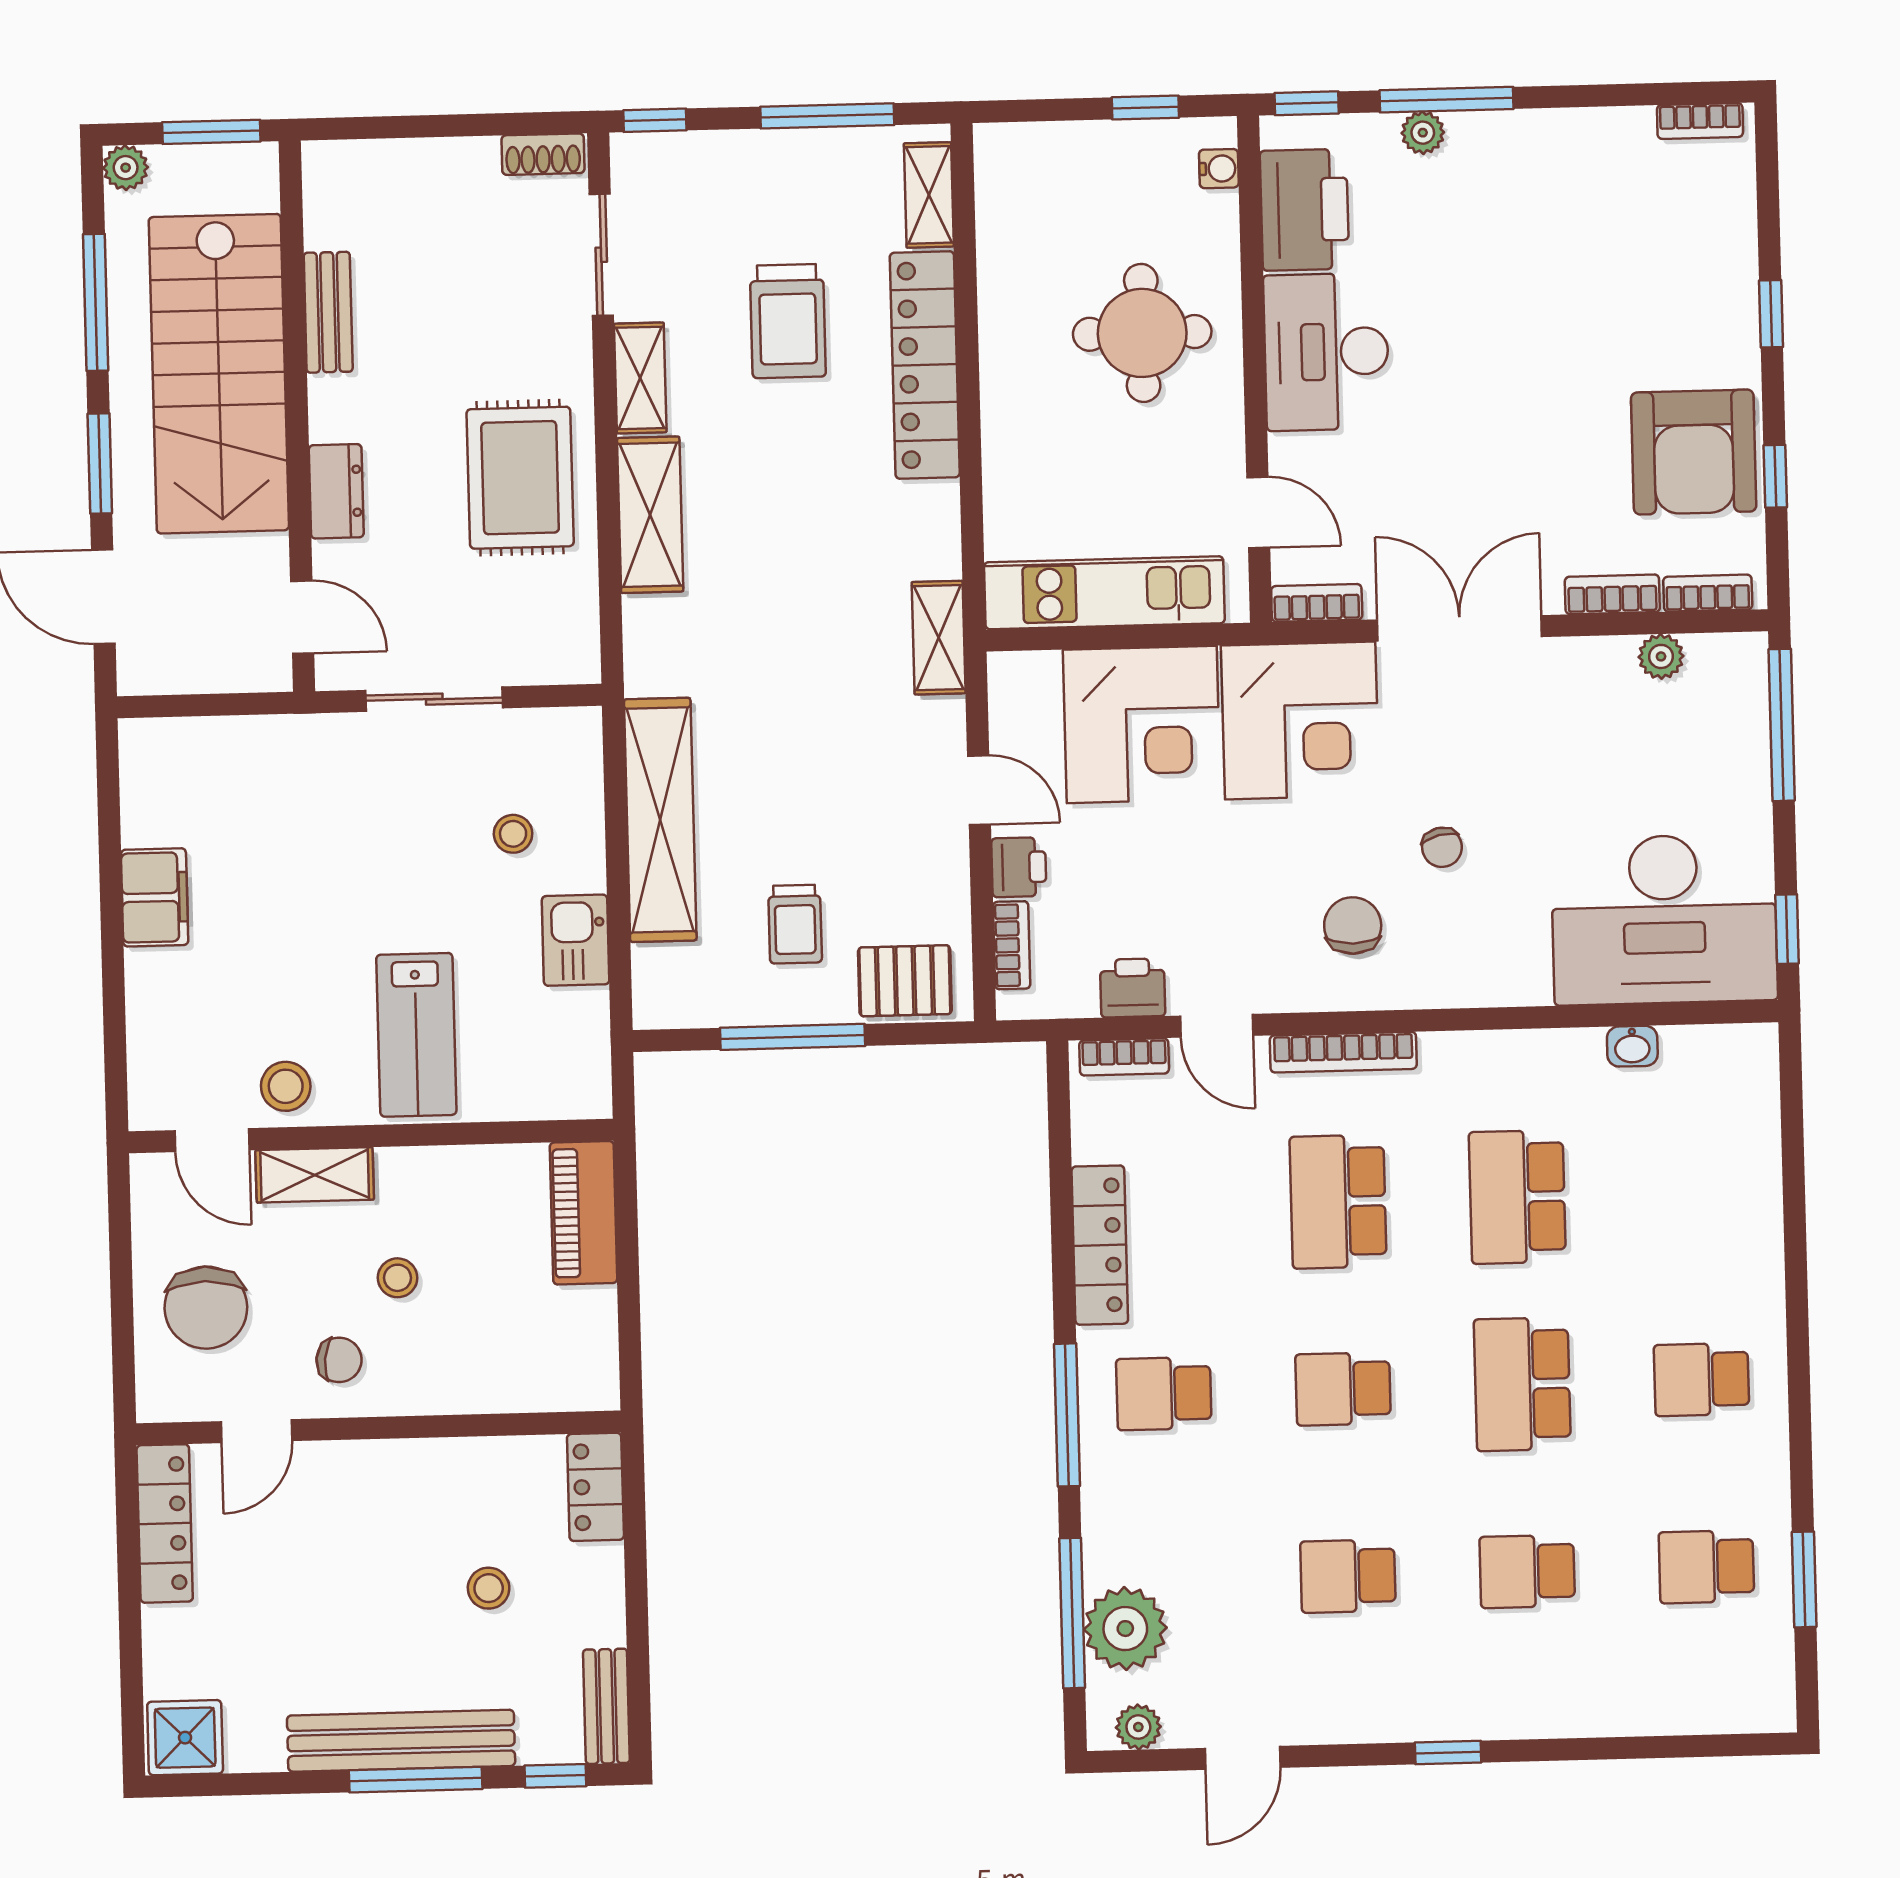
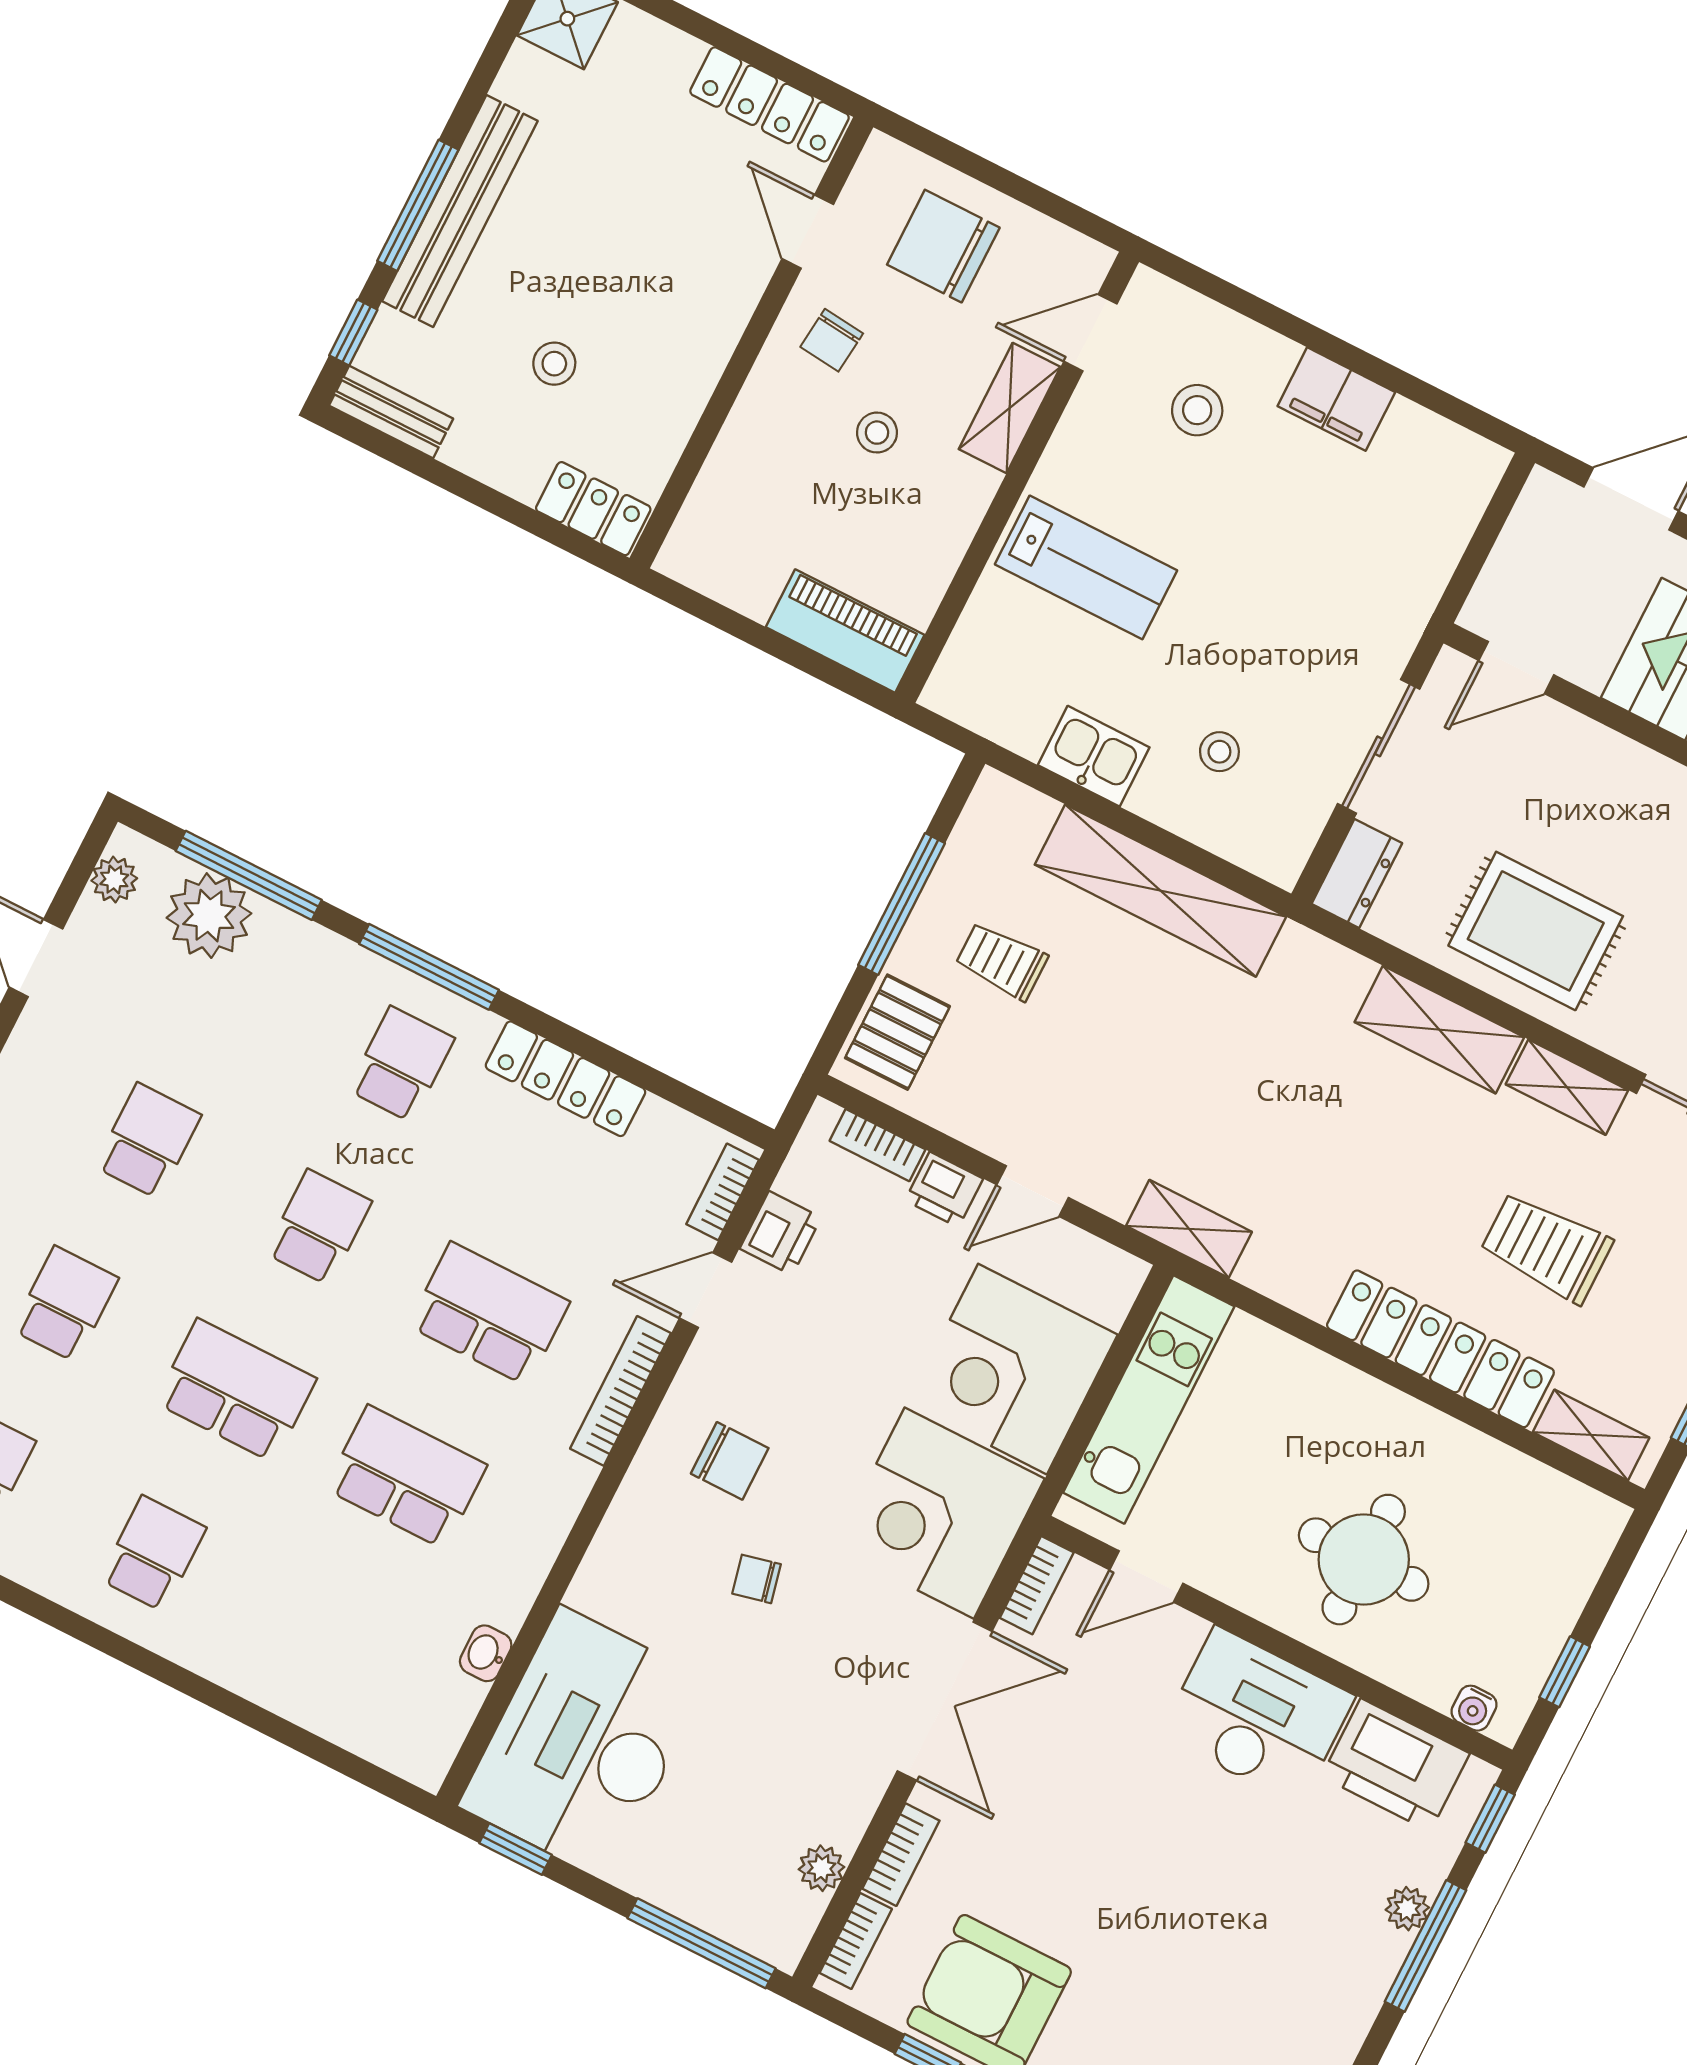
dresser: (336, 491) -> (1357, 874), moved, turned -90
lab bench: (416, 1035) -> (1086, 567), turned 180
stool: (286, 1086) -> (1197, 410), moved

